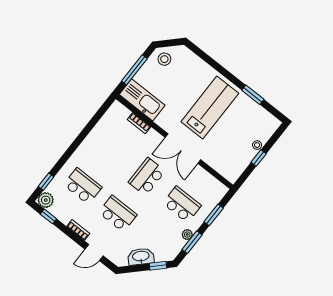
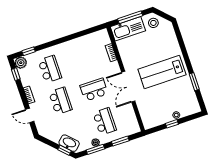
kitchen sink: (142, 100) -> (128, 29), moved, turned 90
lab bench: (210, 108) -> (162, 72), turned 180
washbasin: (141, 257) -> (69, 143), moved

